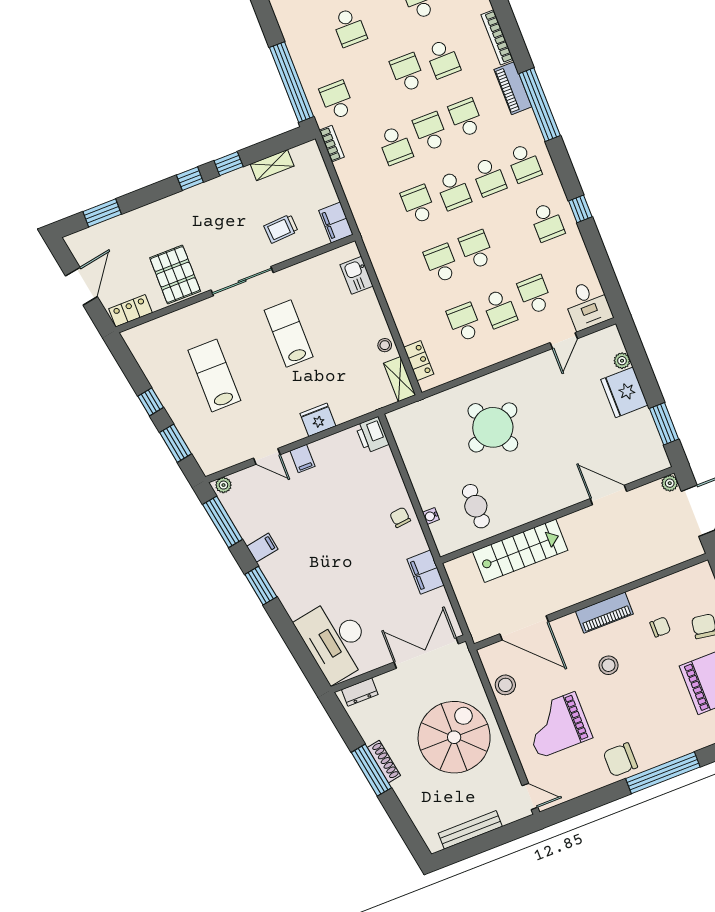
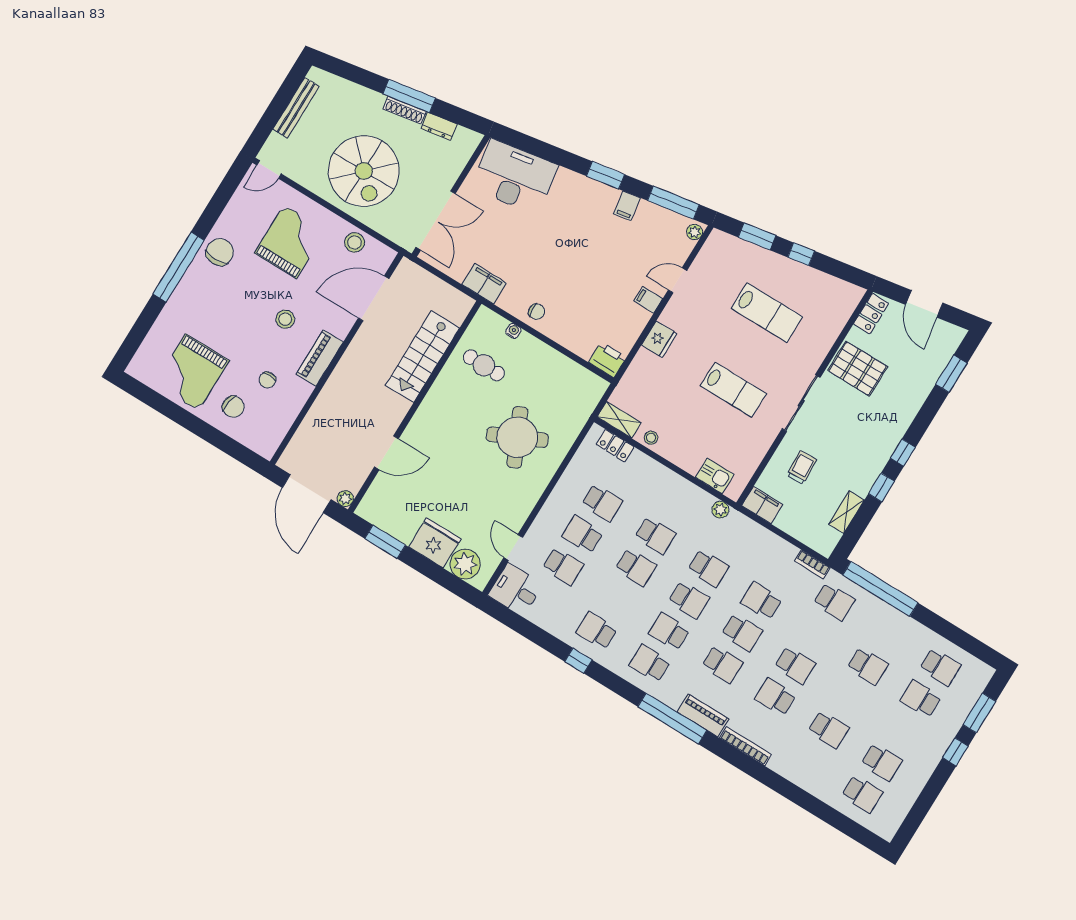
school desk: (349, 27) -> (868, 666), turned 180
school desk: (454, 191) -> (689, 600), turned 180
plant: (373, 244) -> (720, 510), added
plant: (622, 361) -> (465, 564), width x1.87, depth x1.87
dresser: (360, 692) -> (439, 126), moved, turned -100

